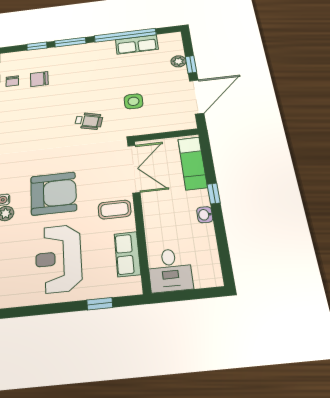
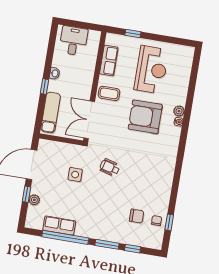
desk: (170, 270) -> (73, 41), moved

